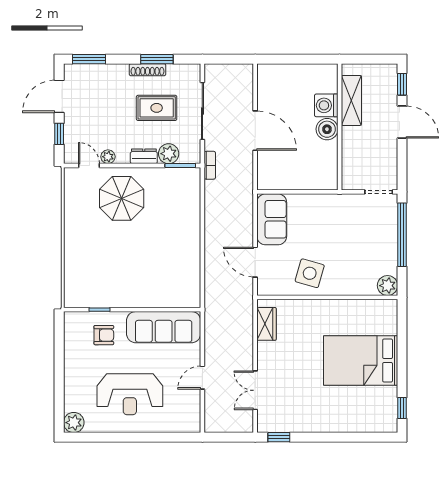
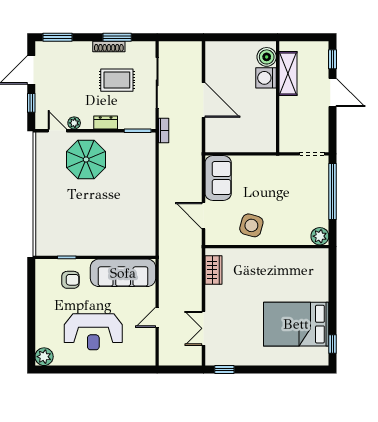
boiler: (327, 129) -> (267, 57), moved
plant: (169, 154) -> (127, 120), removed
bed: (361, 361) -> (296, 324), moved

